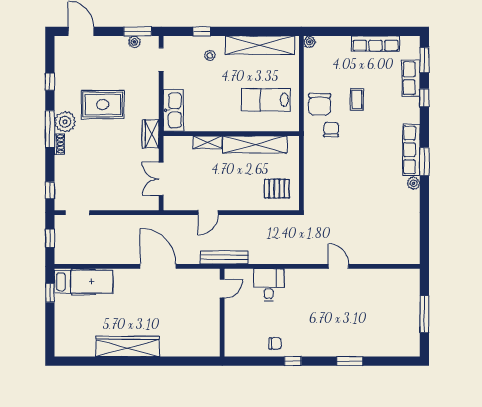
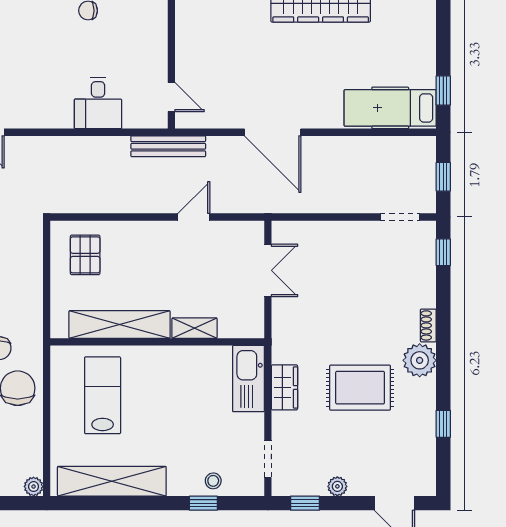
window: (138, 31) -> (305, 503), width x0.67
plant: (134, 42) -> (337, 486), moved
stool: (210, 56) -> (213, 481), moved
lab bench: (266, 100) -> (103, 395), turned -90
window: (50, 129) -> (443, 349), removed
wardrobe: (151, 134) -> (284, 387), moved
pallet: (277, 189) -> (85, 255), turned 90
door: (222, 289) -> (171, 97), swing flipped

